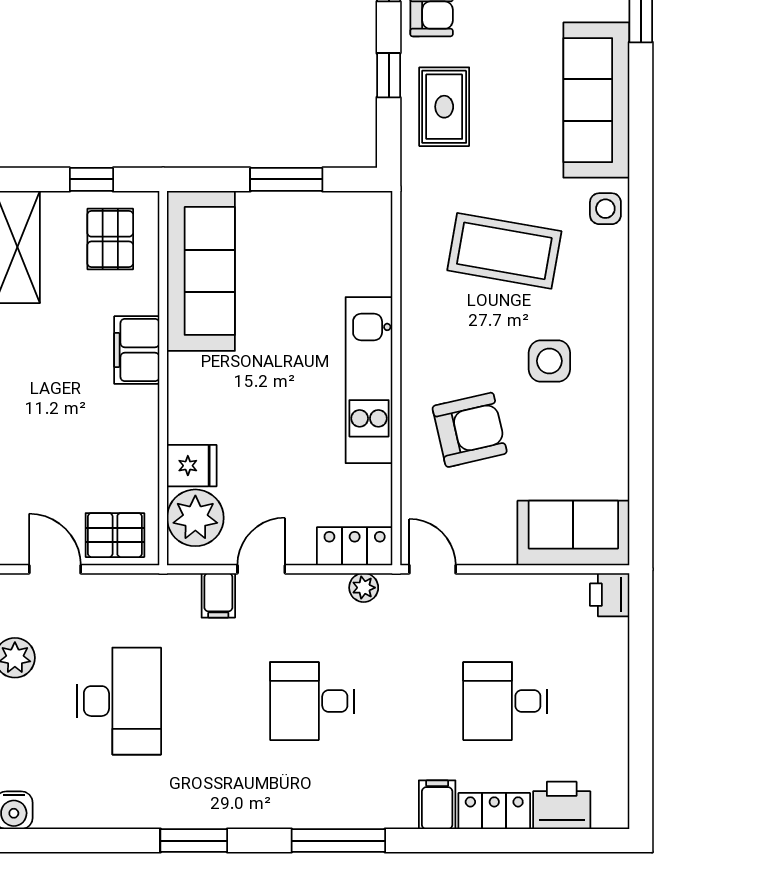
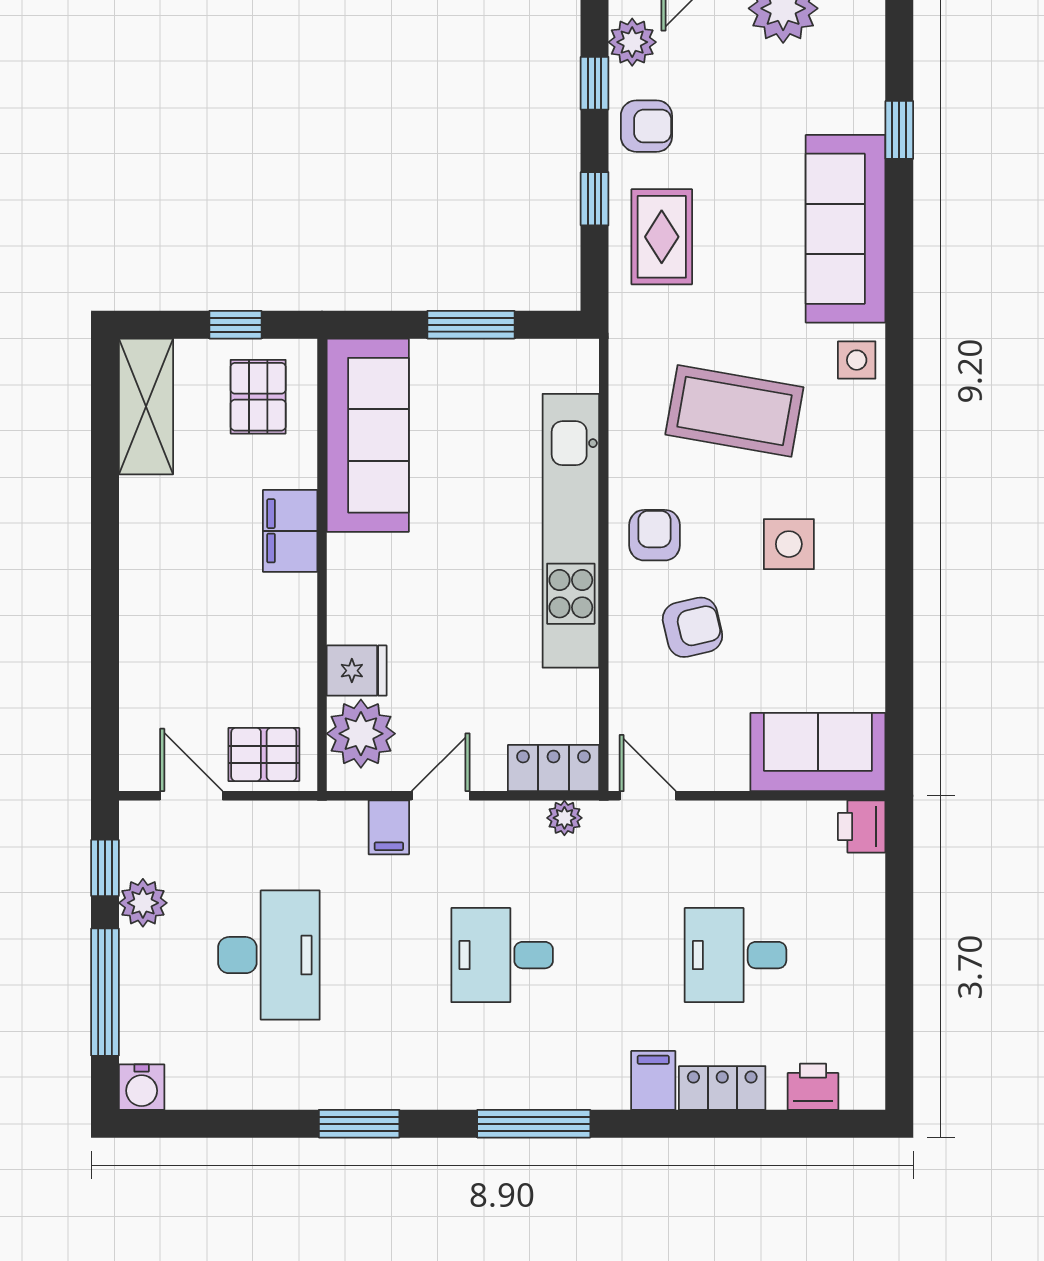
armchair: (438, 354) -> (654, 535), added
kitchen unit: (369, 380) -> (571, 531), width x1.36
armchair: (470, 430) -> (692, 627), width x0.72, depth x0.72
printer: (562, 805) -> (813, 1087), width x0.73, depth x0.81

